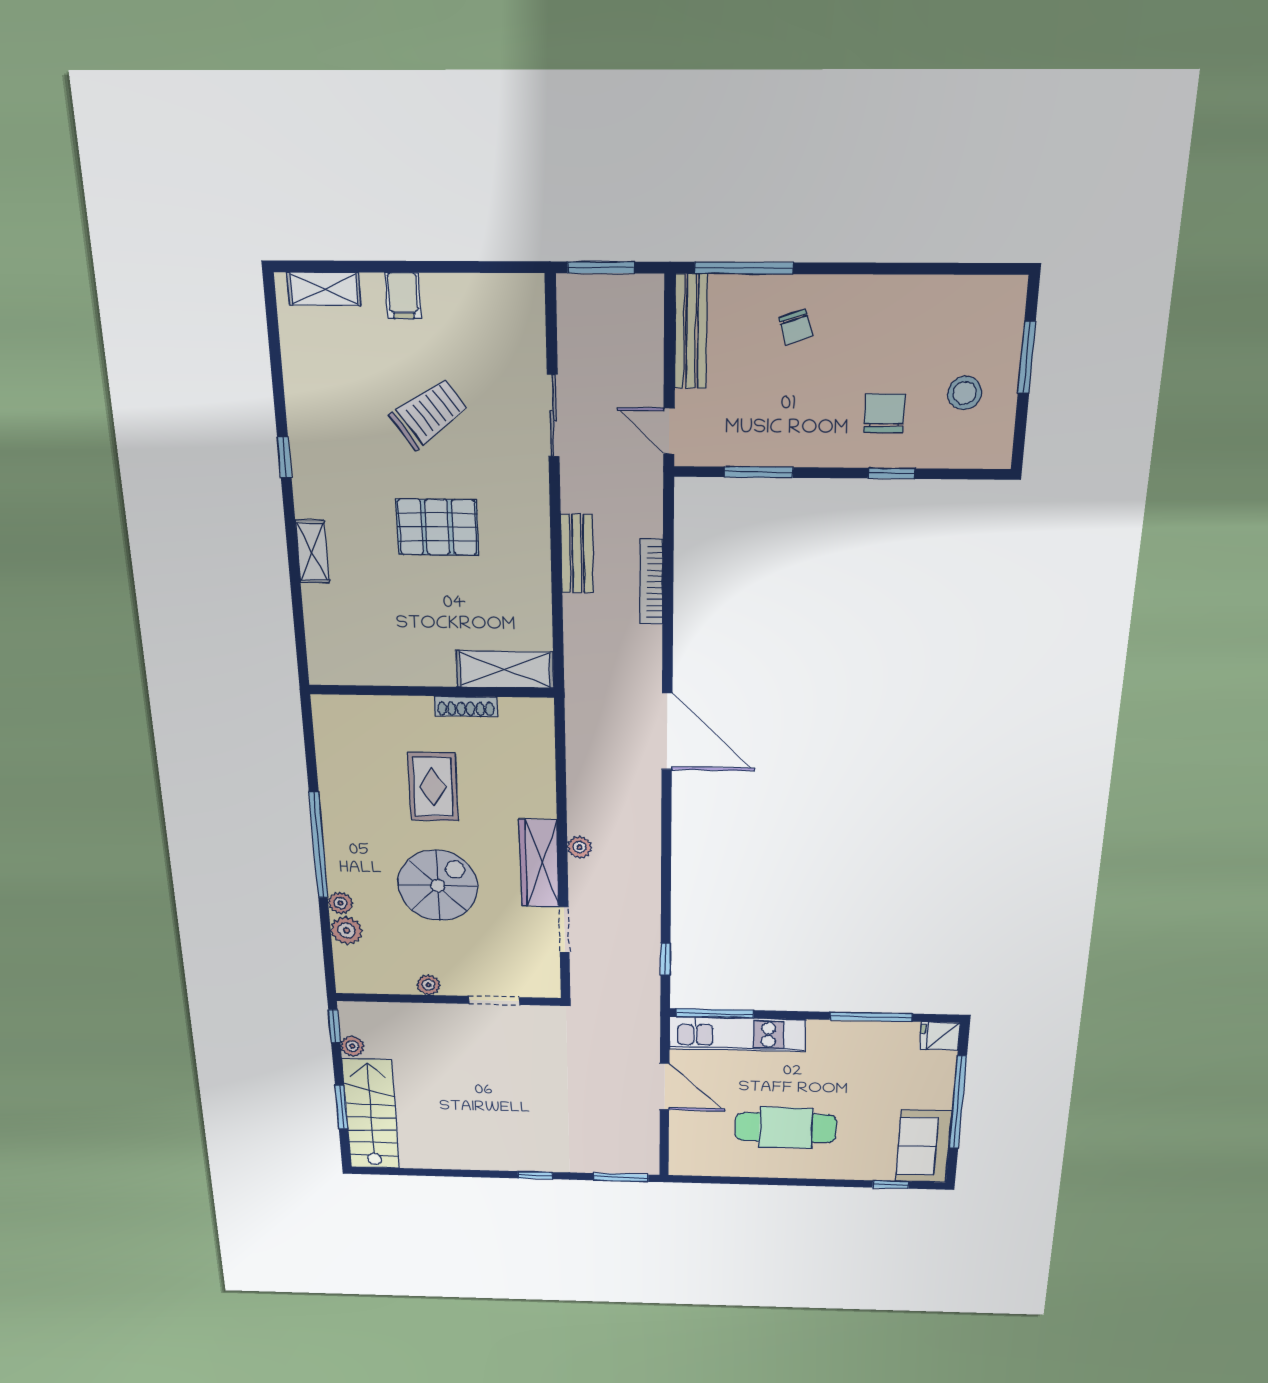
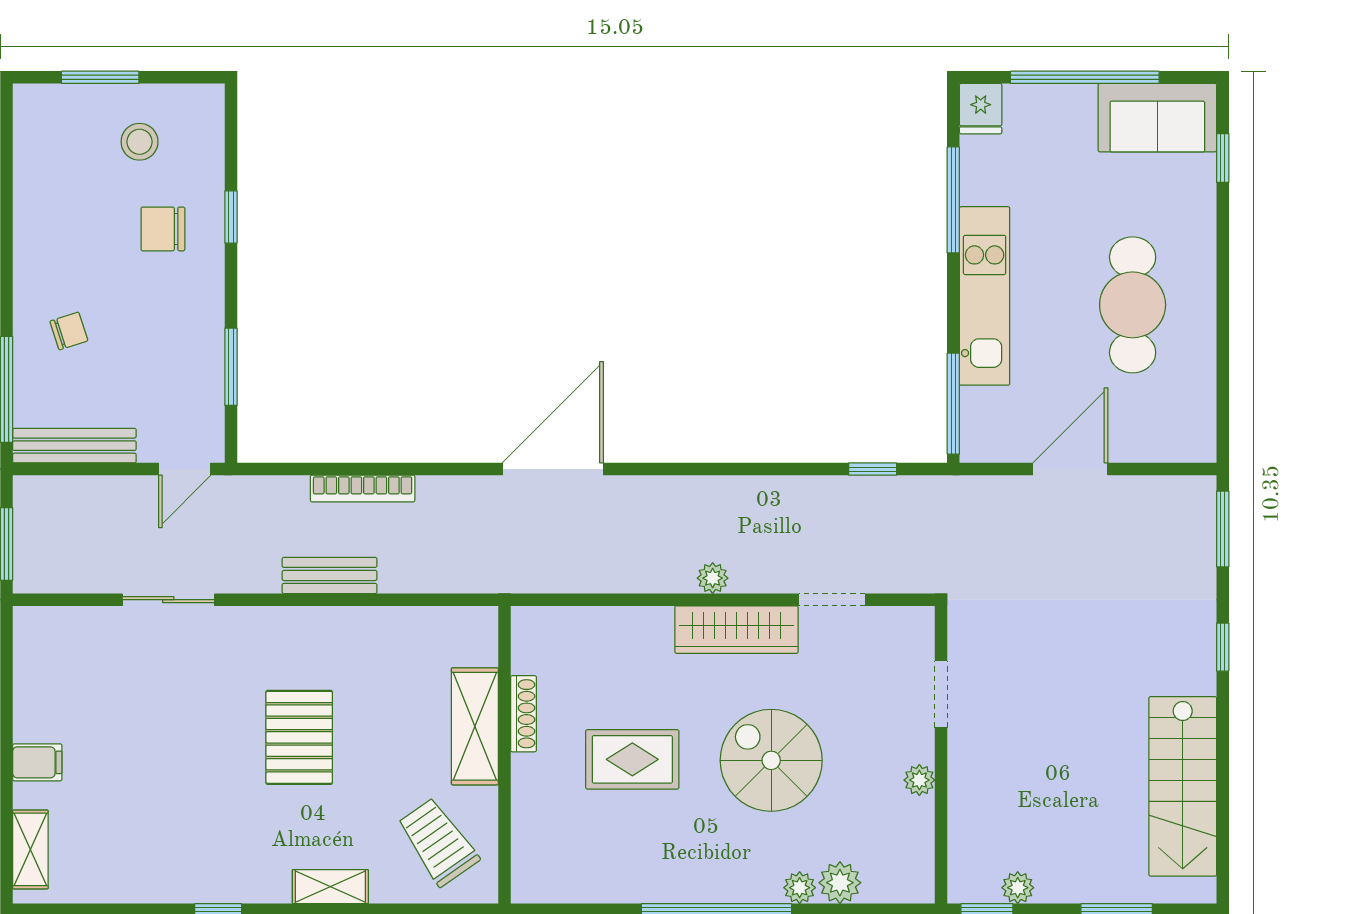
trolley: (429, 413) -> (438, 842), moved
shelving: (505, 669) -> (475, 726), moved
kitchen unit: (737, 1034) -> (985, 296), moved
stairs: (371, 1114) -> (1183, 786), moved, turned -90

